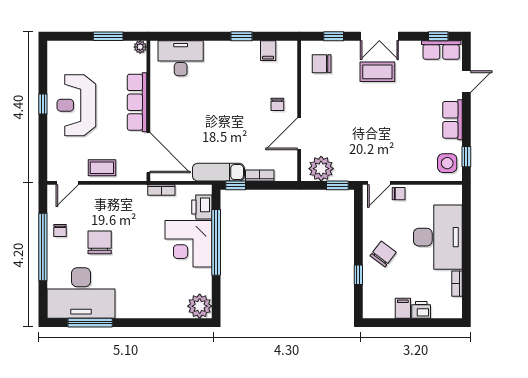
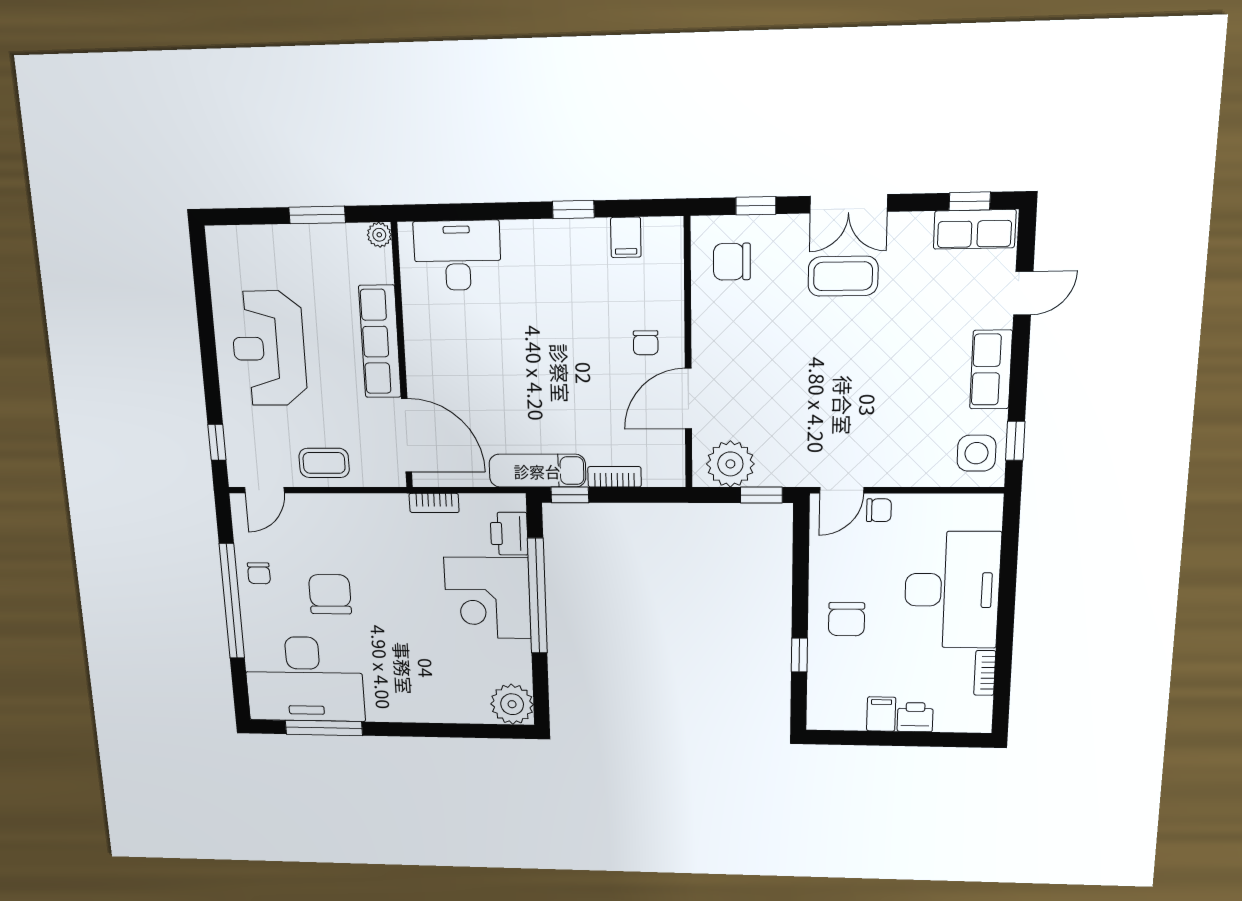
window: (43, 104) -> (217, 442), moved
chair: (383, 254) -> (847, 619), turned 143

